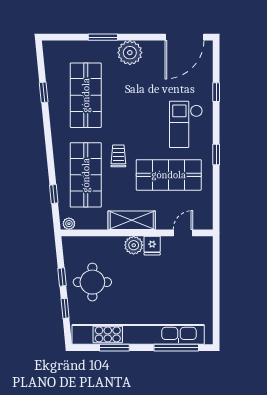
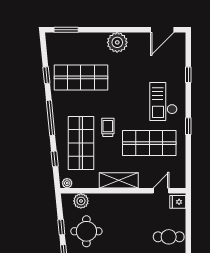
window: (103, 37) -> (66, 30), moved
door: (184, 37) -> (162, 30), width x0.73
shop shelf: (86, 95) -> (81, 77), turned 90
window: (49, 144) -> (51, 118), added
plant: (134, 245) -> (81, 201), moved
fridge: (152, 246) -> (178, 202), moved, turned 90
cafe table: (192, 289) -> (169, 237), added

